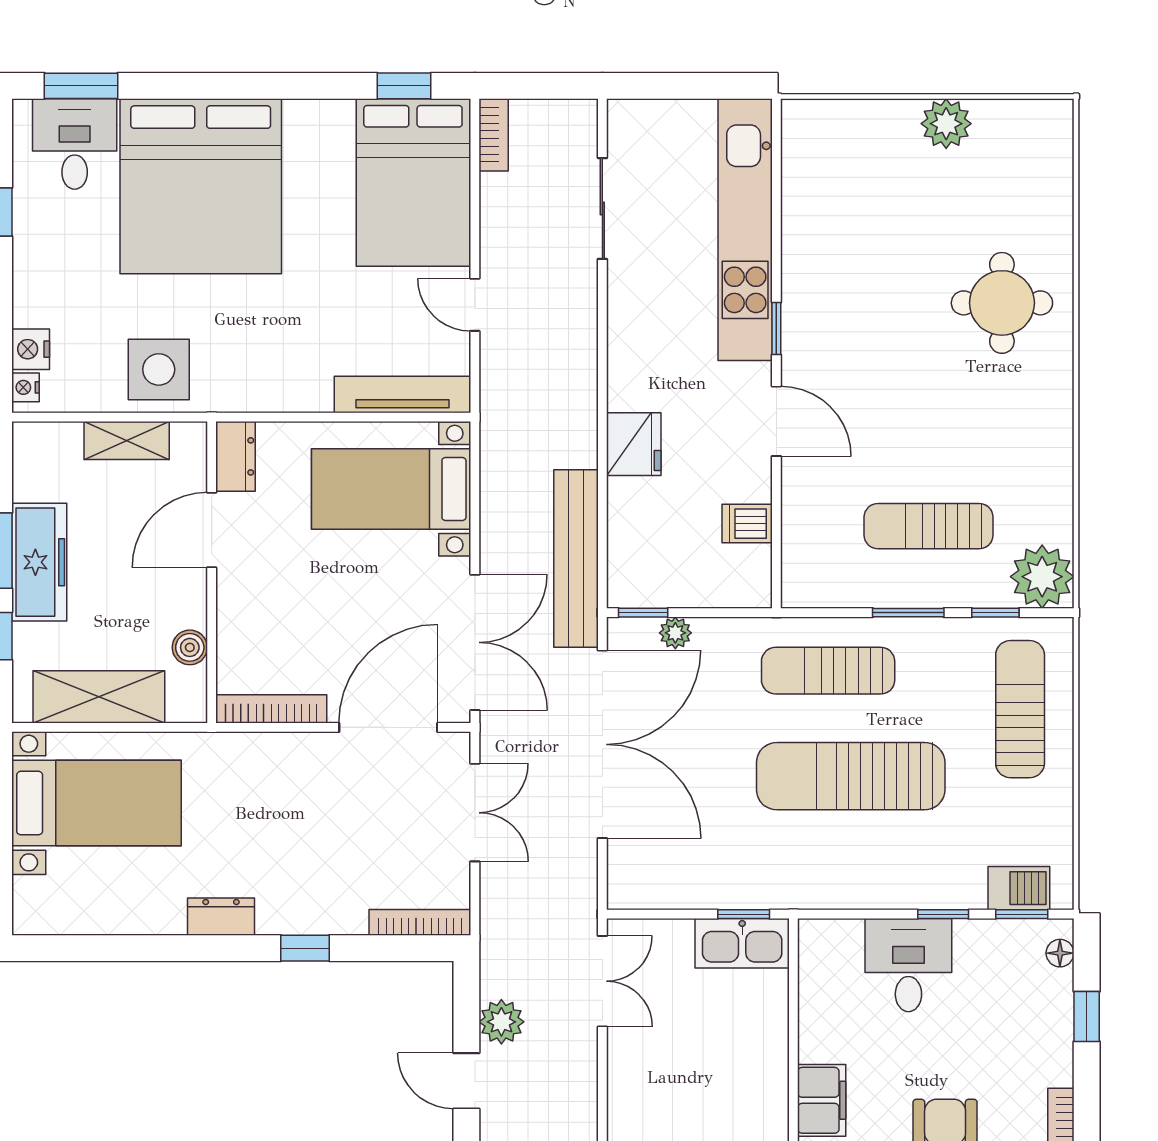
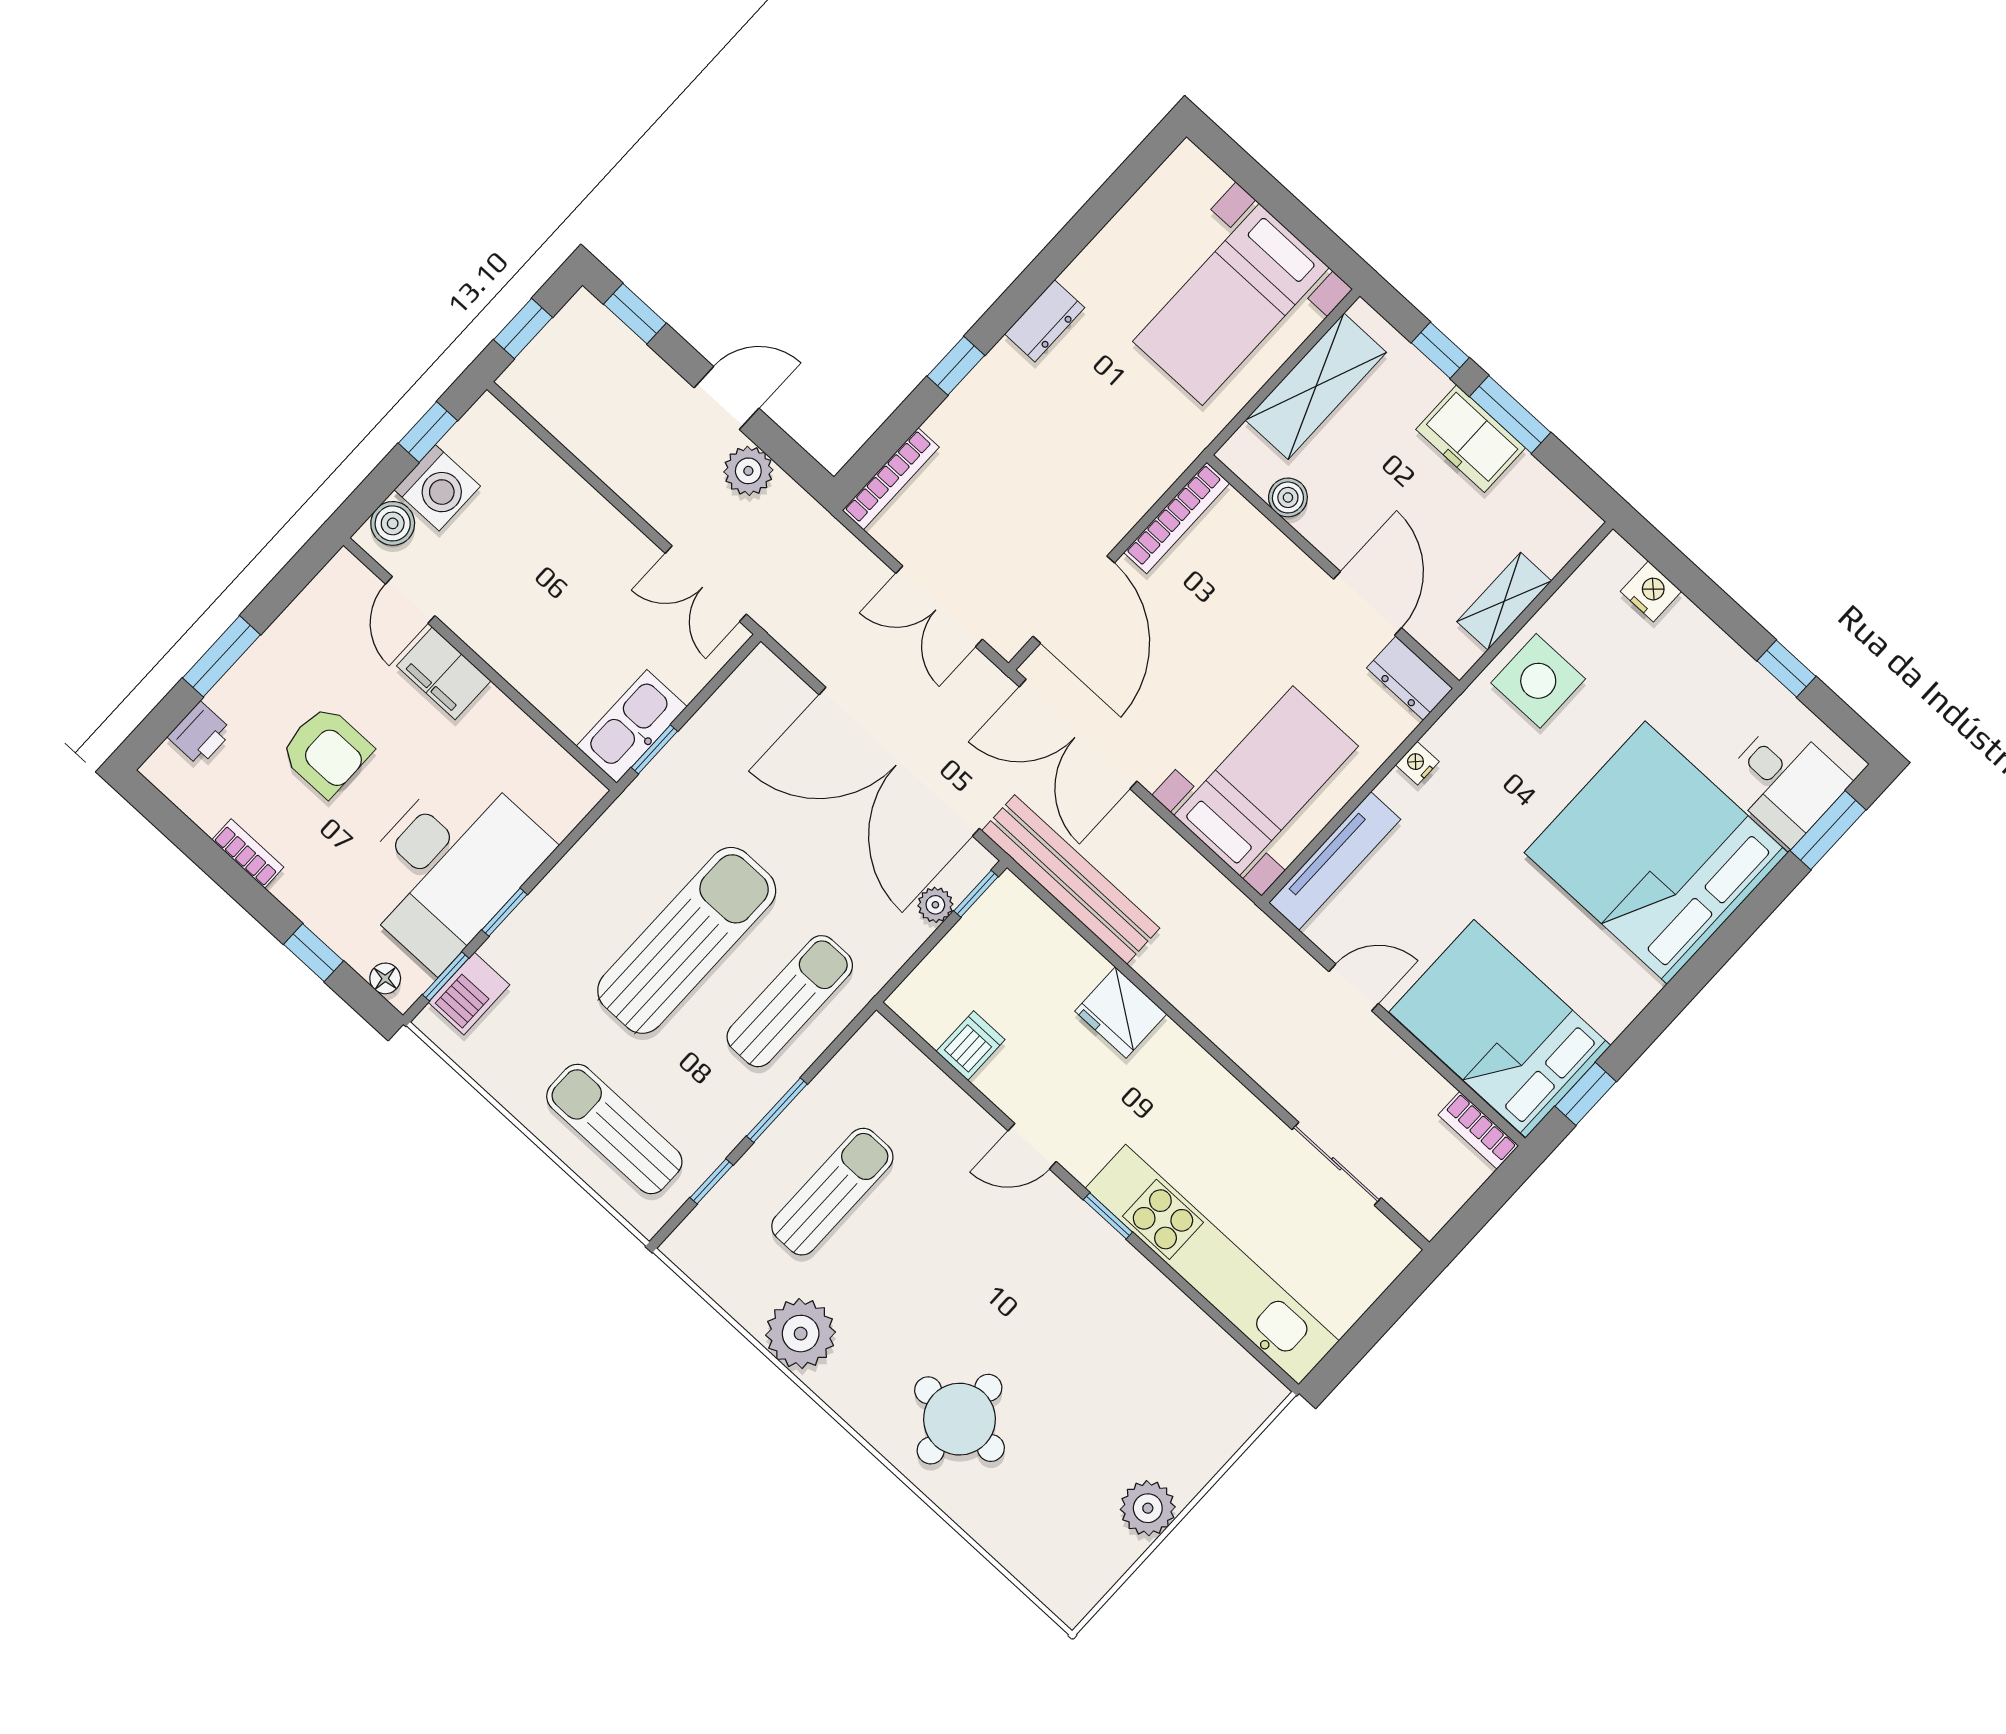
nightstand: (25, 387) -> (1417, 763), moved, turned -90
door: (776, 421) -> (1032, 1146), width x0.73
freezer: (39, 562) -> (1471, 439), width x0.71
plant: (1042, 577) -> (801, 1334), moved
sun lounger: (1020, 709) -> (614, 1129), turned 180
desk: (908, 965) -> (449, 866), width x1.87, depth x1.30

